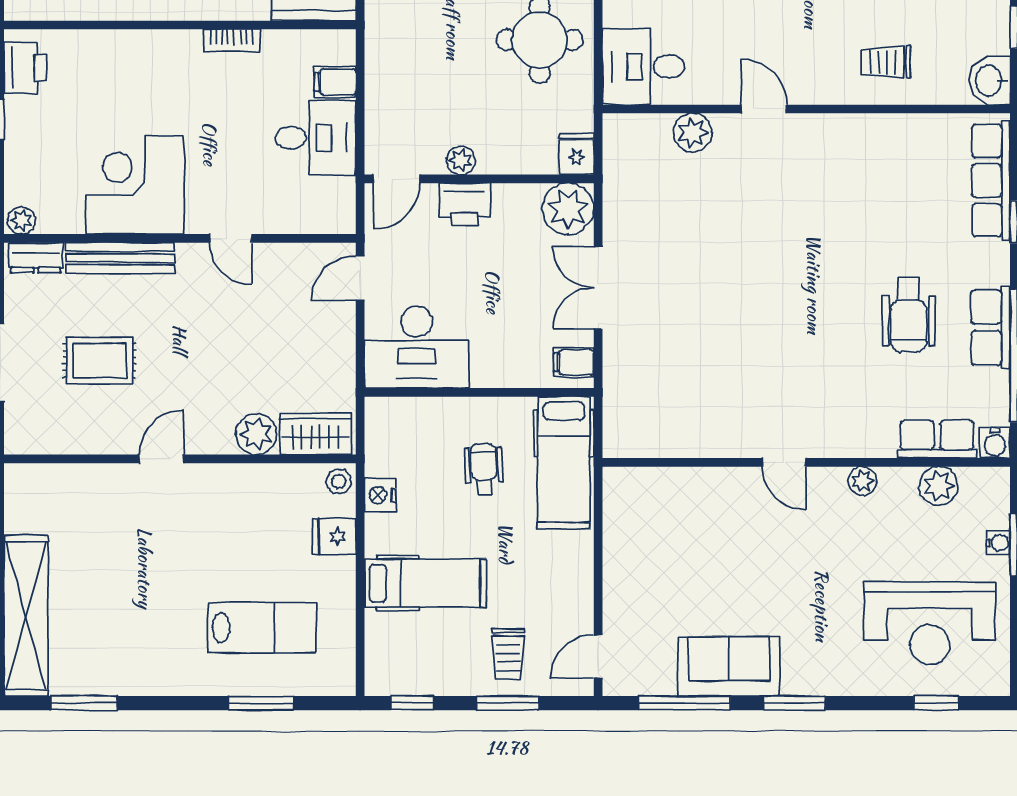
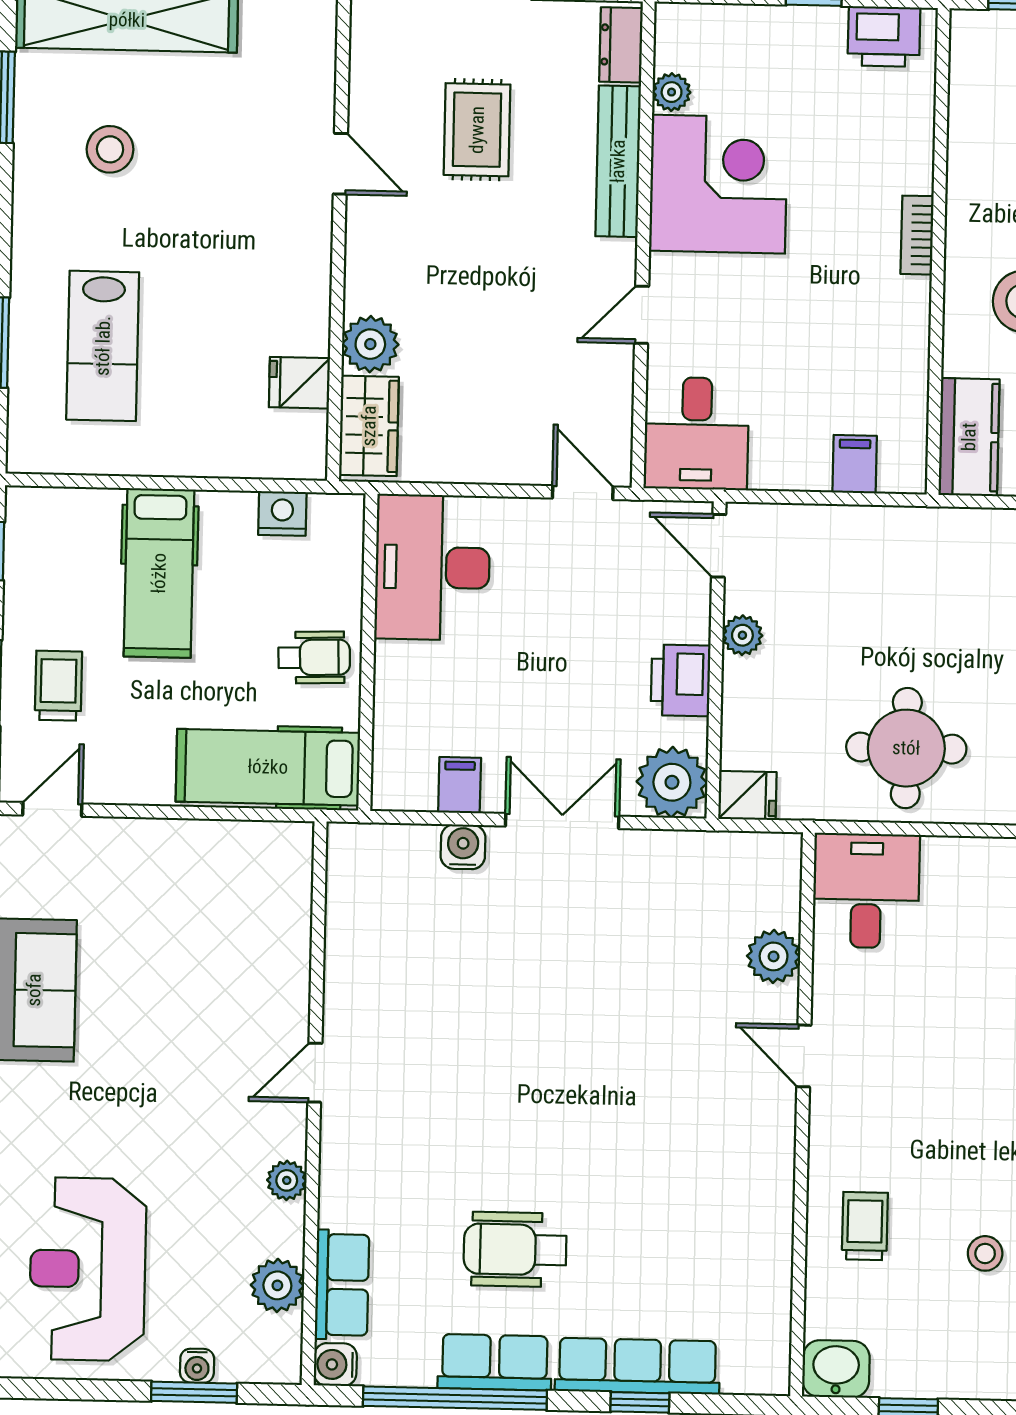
bookcase: (231, 41) -> (917, 235), moved
door: (764, 109) -> (804, 1056), swing flipped
desk: (316, 138) -> (696, 434), moved
row of seats: (991, 181) -> (637, 1366), moved
printer: (465, 204) -> (681, 680), moved
plant: (21, 220) -> (672, 92), moved
desk: (417, 347) -> (432, 567), moved
water cooler: (618, 359) -> (463, 847), added
wall: (479, 392) -> (368, 652), moved
door: (161, 459) -> (340, 164), moved
hospital bed: (564, 463) -> (268, 767), moved
stool: (339, 482) -> (110, 149), moved, width x1.37, depth x1.37
fridge: (334, 537) -> (299, 383), moved, turned -90
trolley: (508, 654) -> (58, 686), turned 90
door: (598, 656) -> (52, 809), hinge flipped

